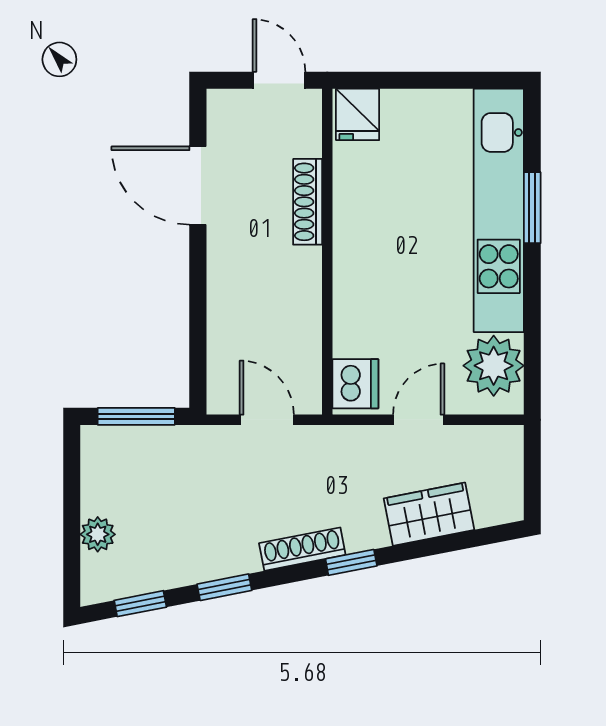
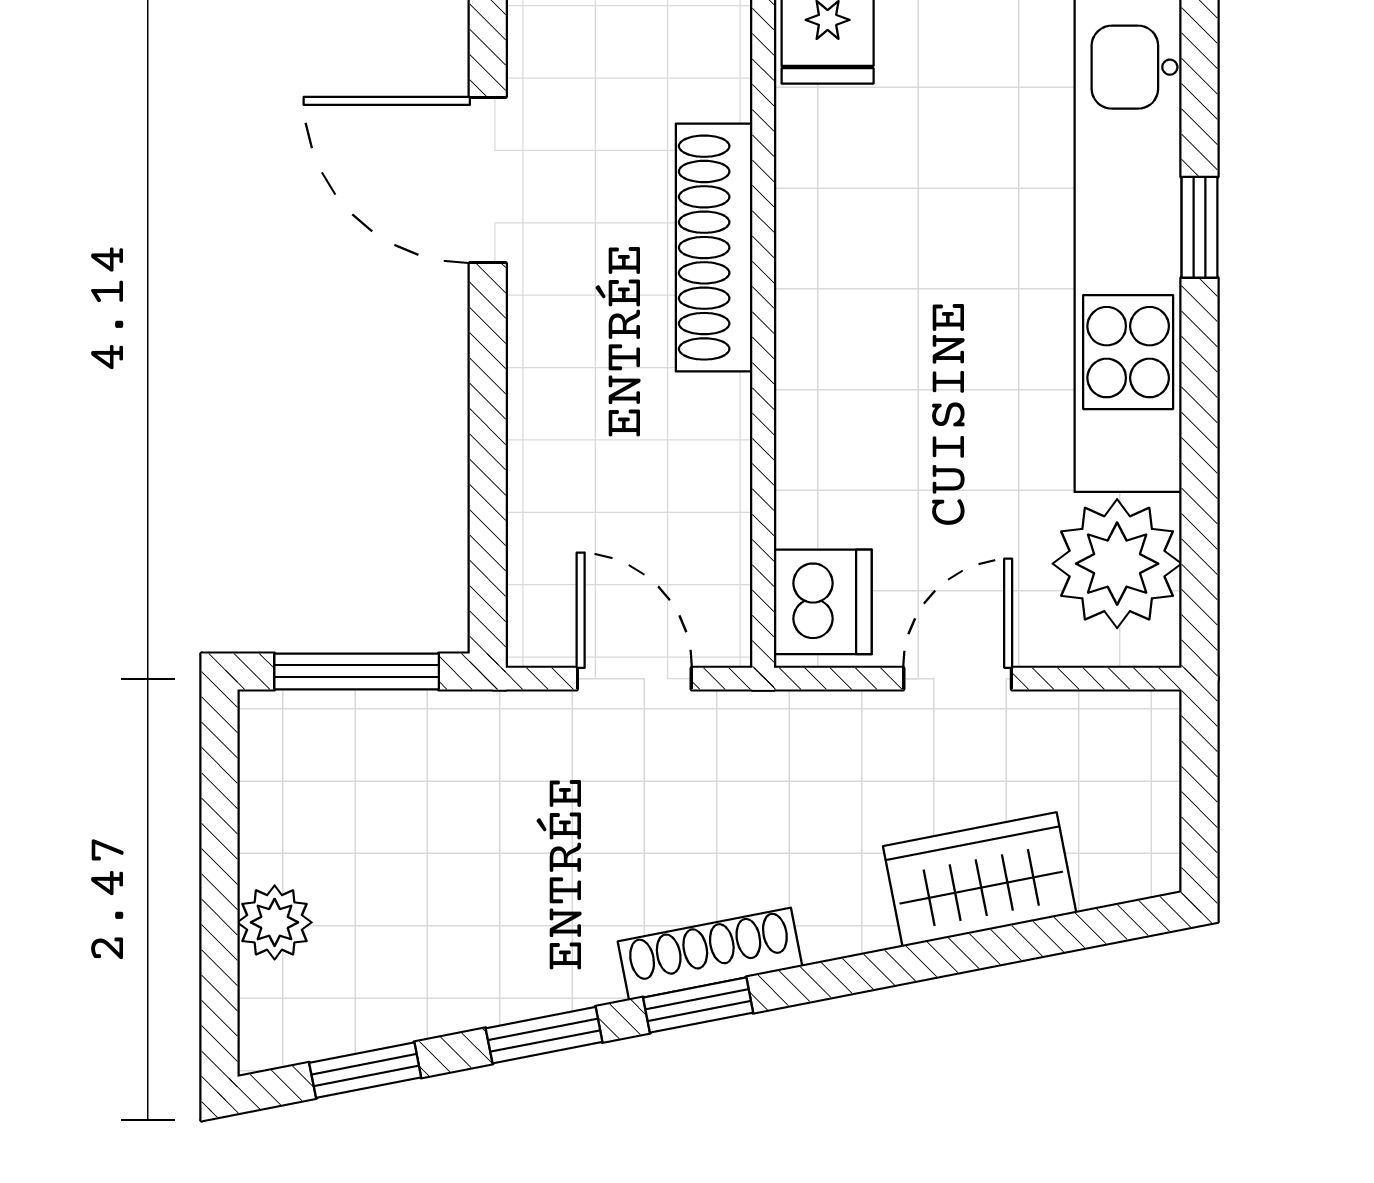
shoe rack: (308, 202) -> (714, 248), width x1.36, depth x1.24
window: (532, 208) -> (1200, 227), width x0.67
window: (351, 562) -> (698, 1005), moved

